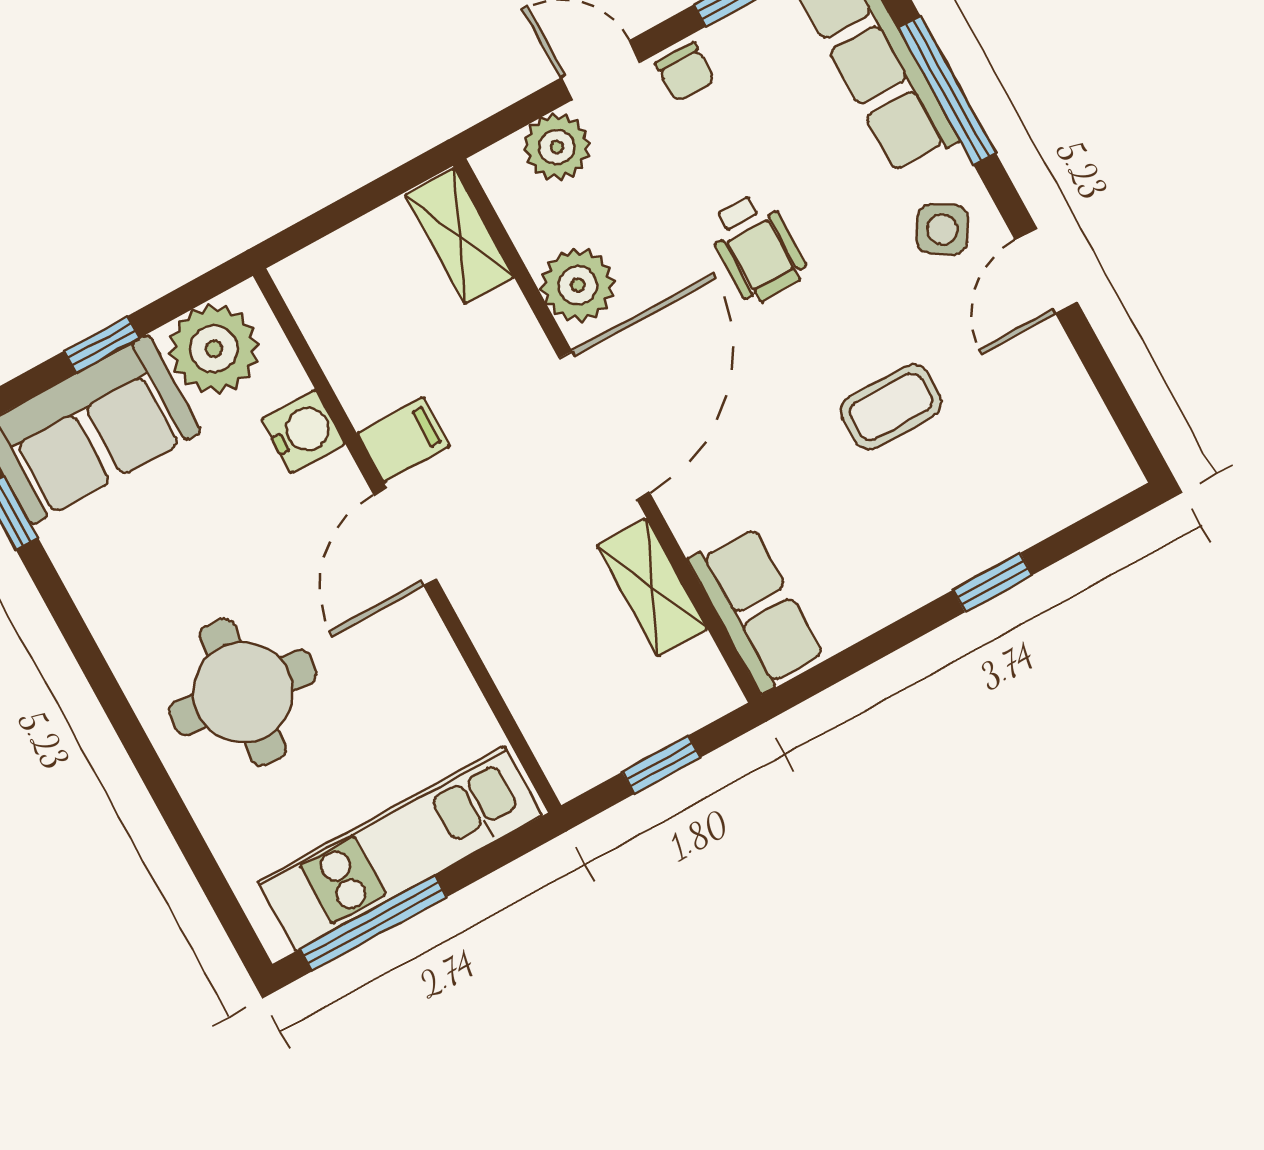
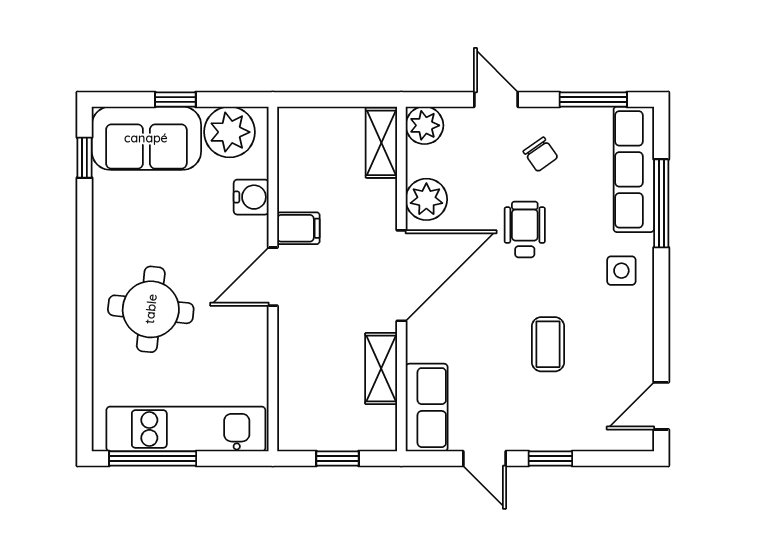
chair: (685, 72) -> (541, 154), moved, turned -35
plant: (557, 147) -> (424, 125), moved
side table: (942, 229) -> (621, 271), turned -31
wheelchair: (757, 248) -> (525, 229), turned 180
door: (1046, 271) -> (661, 406), moved
coffee table: (891, 407) -> (548, 344), turned 90
door: (890, 639) -> (484, 459), added

